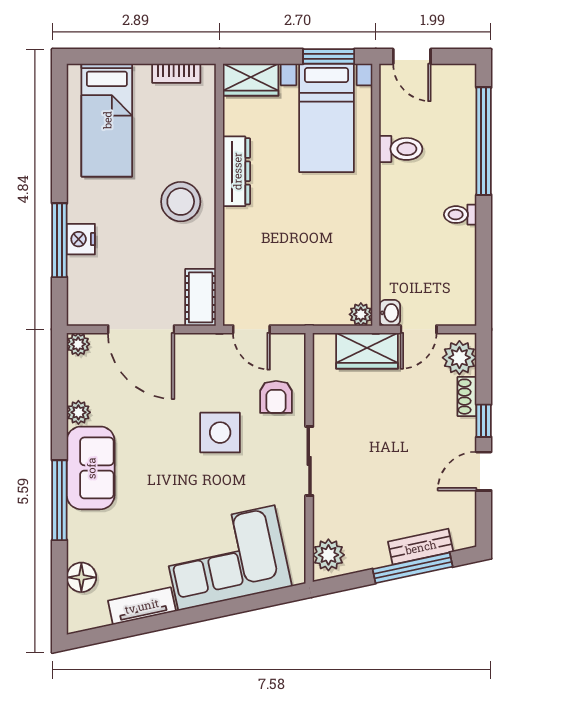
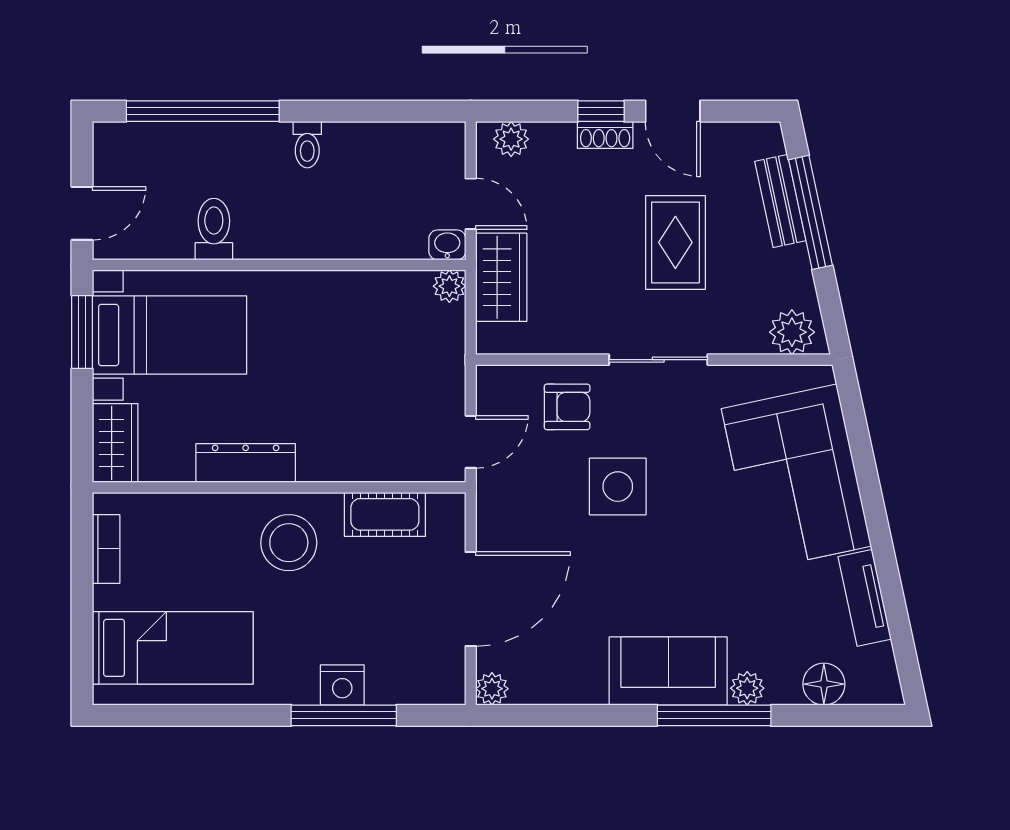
cot: (201, 297) -> (385, 514), moved
plant: (459, 358) -> (511, 139), width x0.73, depth x0.73
shoe rack: (467, 397) -> (605, 135), moved
plant: (78, 412) -> (747, 688), moved
rug: (391, 473) -> (675, 242), added

